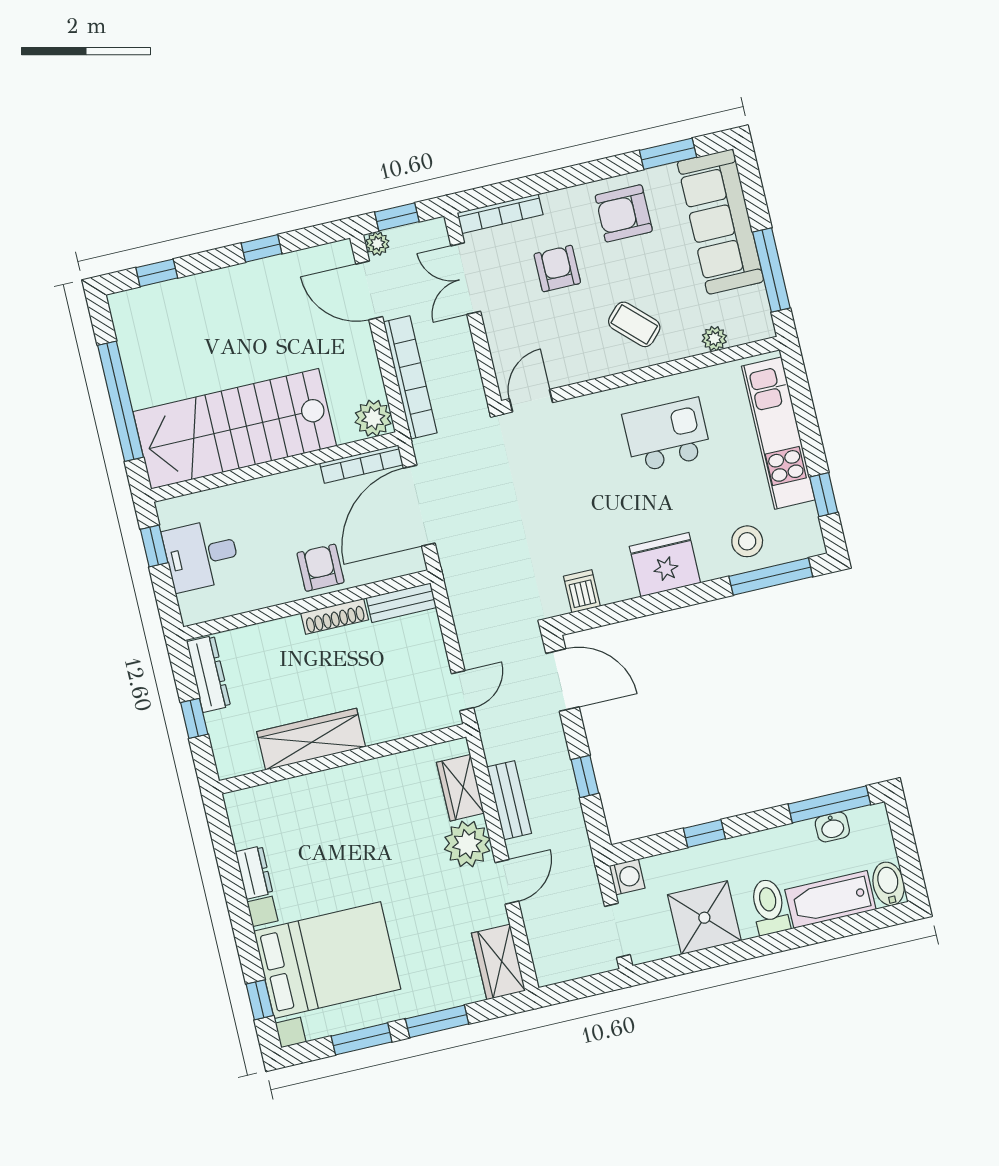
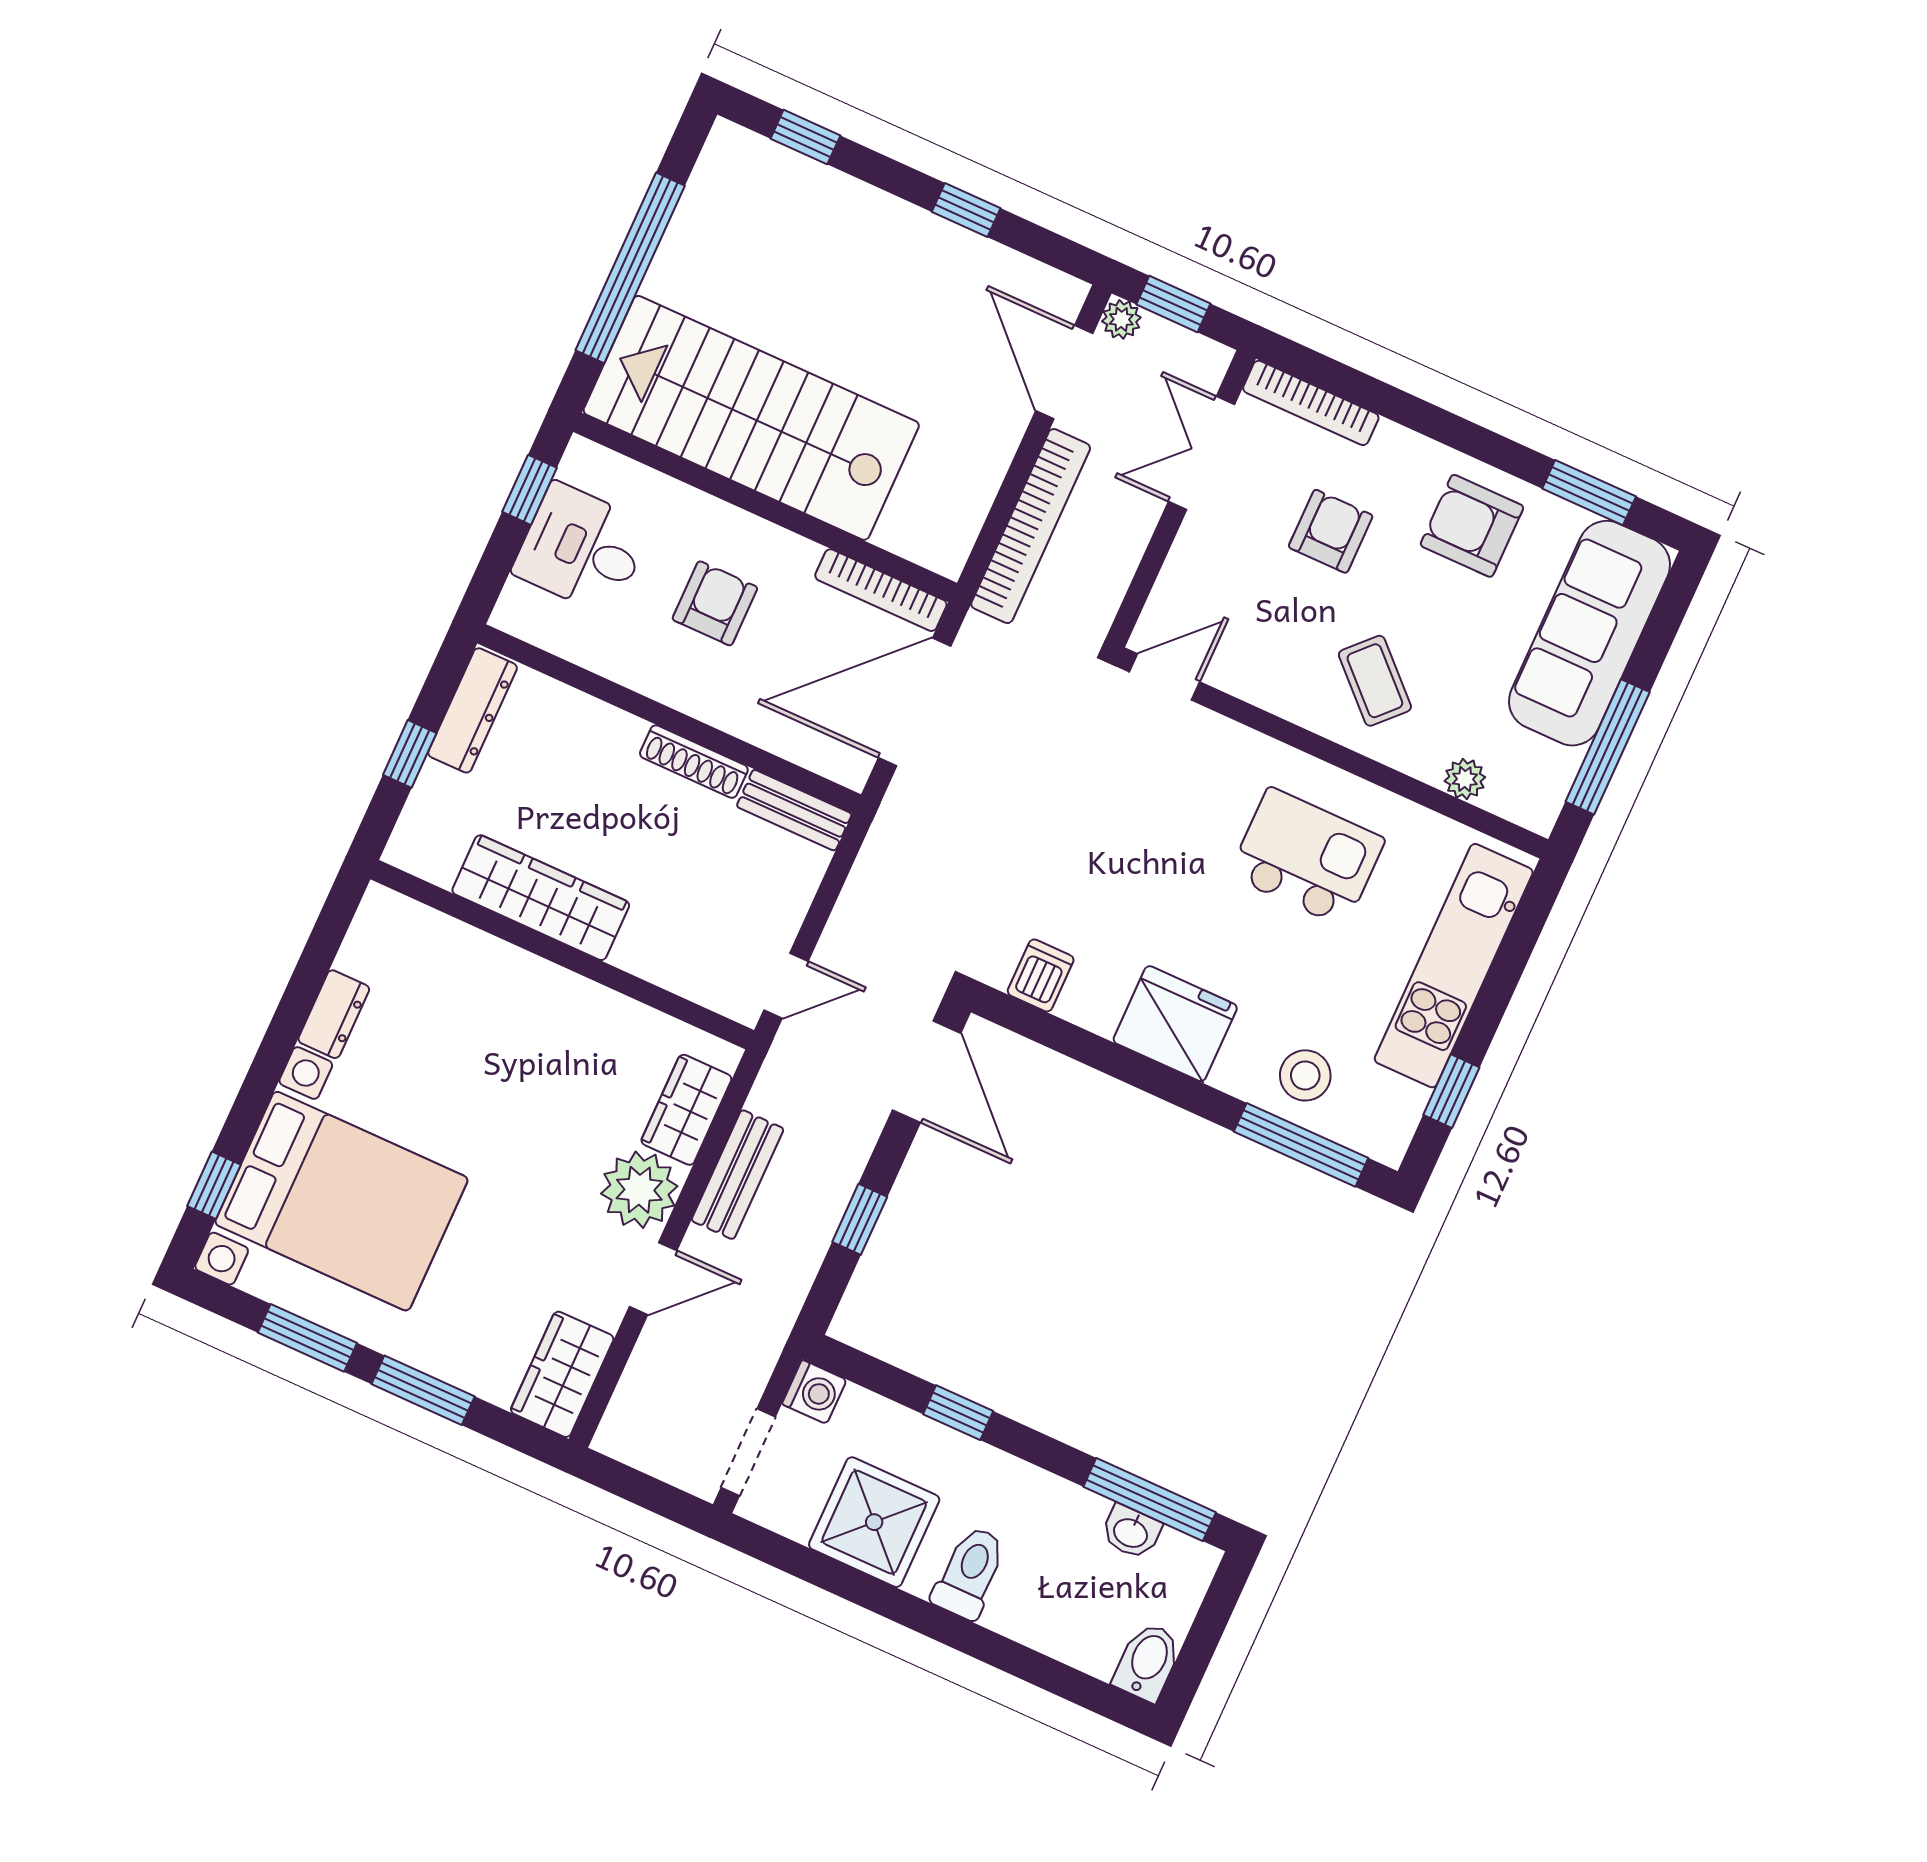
plant: (373, 418) -> (942, 542), removed
armchair: (321, 568) -> (715, 603), moved
bathtub: (830, 899) -> (1056, 1624), removed

